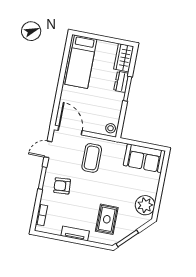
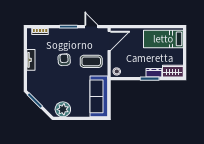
sofa: (144, 158) -> (99, 96), width x1.36
armchair: (62, 186) -> (64, 60), moved
rug: (107, 219) -> (46, 82), removed

